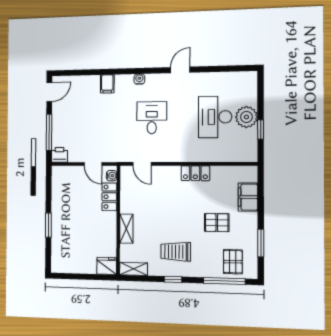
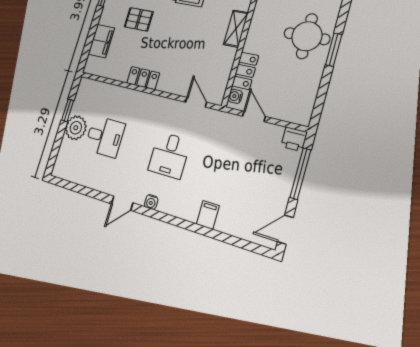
water cooler: (139, 79) -> (151, 202), moved
desk: (215, 117) -> (105, 137), width x0.73
round table: (70, 232) -> (307, 36), added

